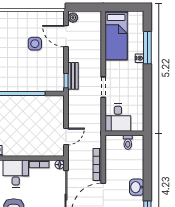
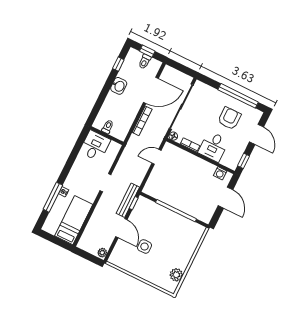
door: (66, 36) -> (121, 228), moved
bench: (73, 76) -> (128, 200), width x1.36
desk: (118, 118) -> (95, 146), moved

